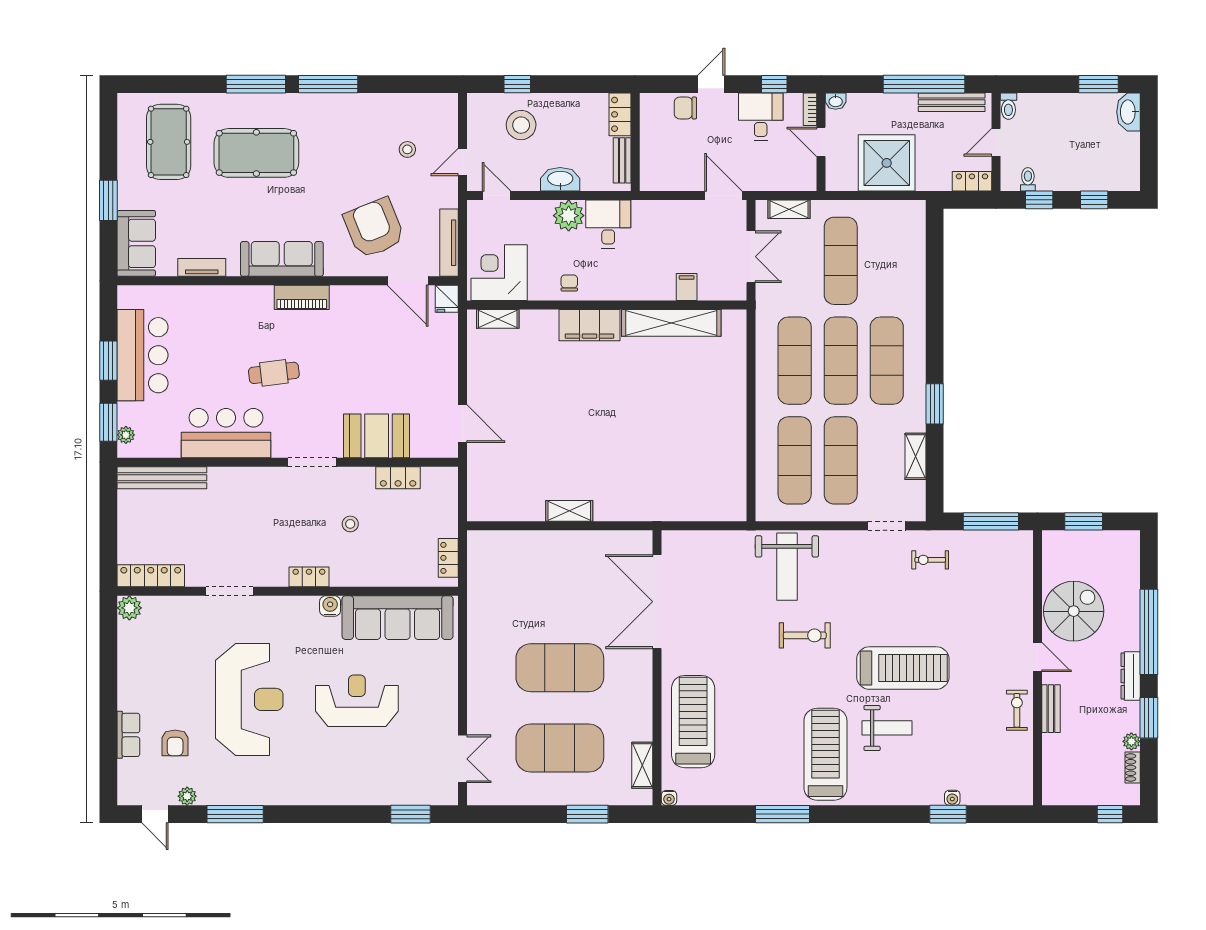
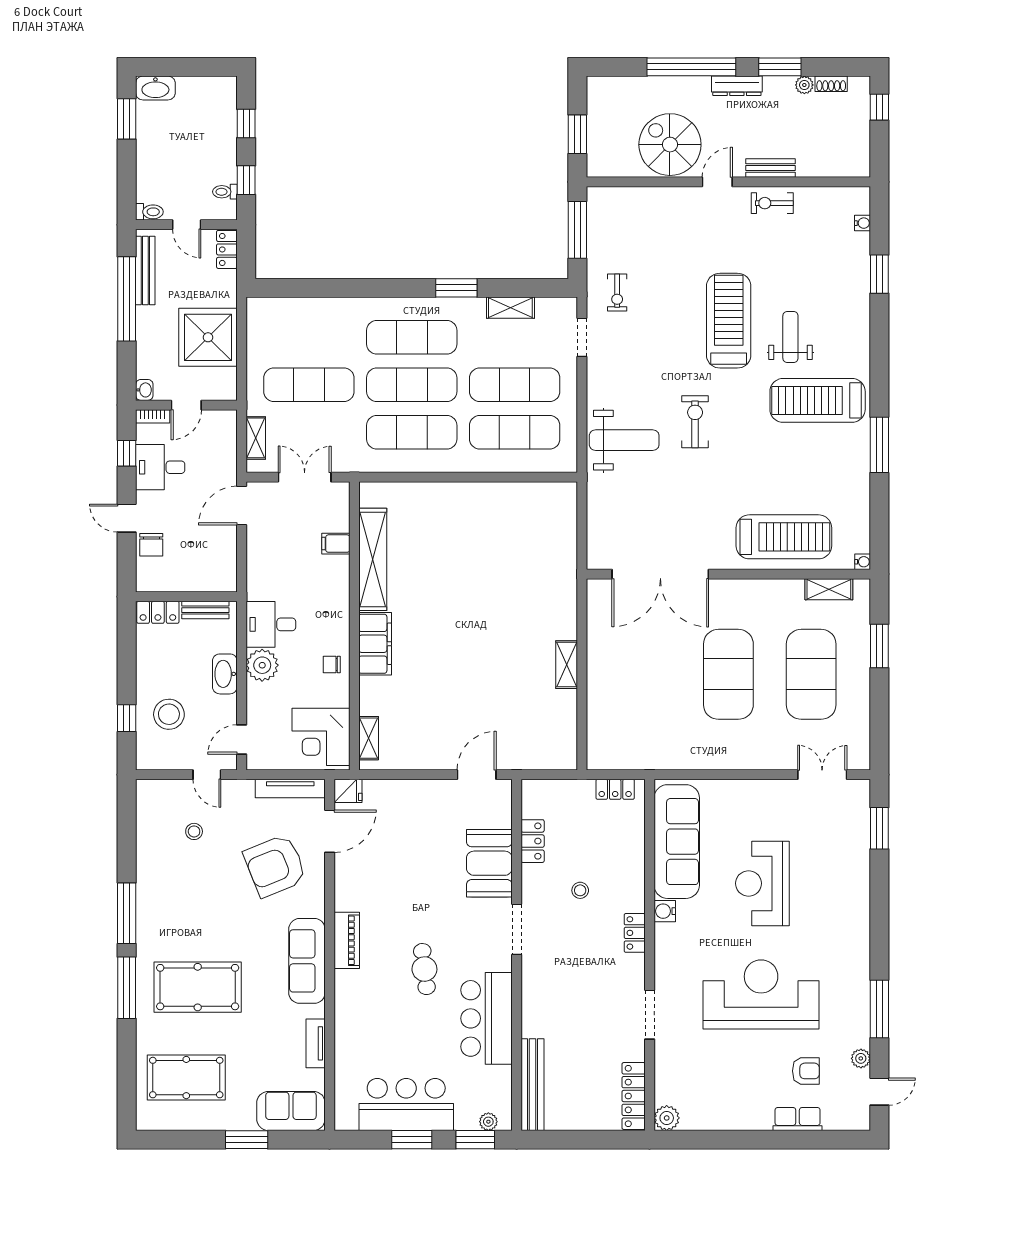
pool table: (256, 153) -> (198, 987), turned 90
treadmill: (693, 722) -> (784, 537), turned 180
water cooler: (952, 798) -> (862, 223), moved

